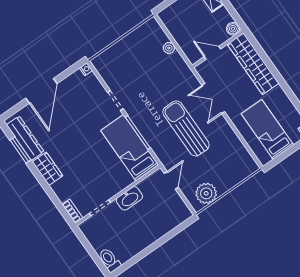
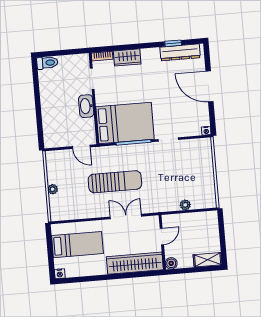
bed: (130, 148) -> (125, 123), width x1.50
window: (20, 150) -> (173, 43), width x0.67
wardrobe: (47, 169) -> (127, 57), moved
plant: (206, 193) -> (53, 189), moved, width x0.53, depth x0.53

